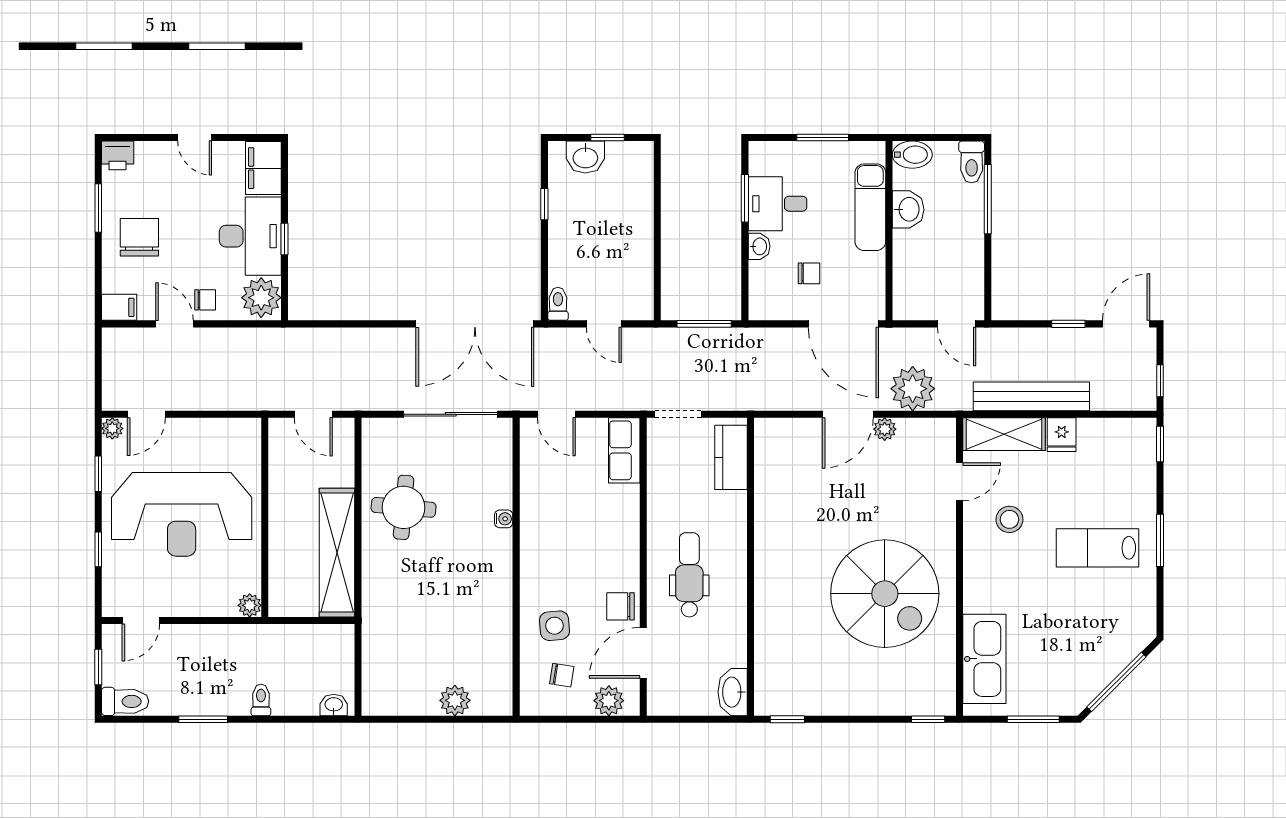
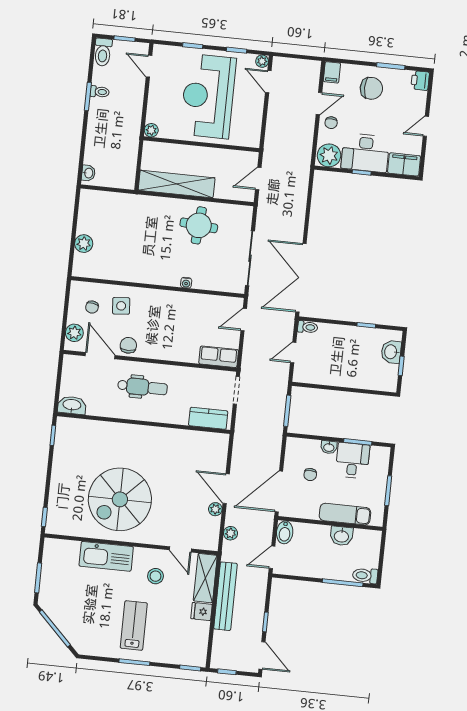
bidet: (912, 155) -> (285, 532), moved
plant: (913, 389) -> (231, 533), width x0.53, depth x0.53
kitchen sink: (984, 659) -> (106, 556), moved
toilet: (261, 700) -> (100, 92), moved

